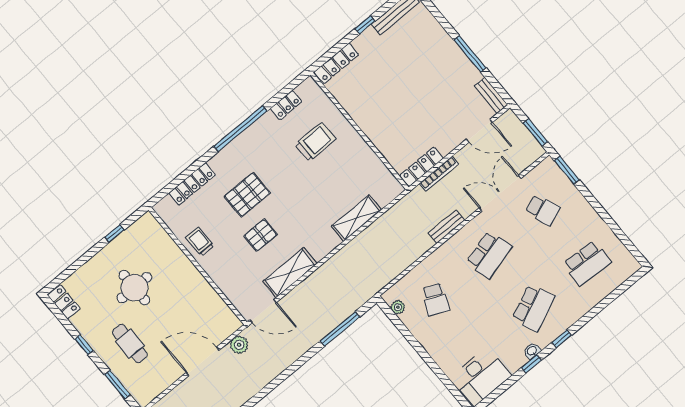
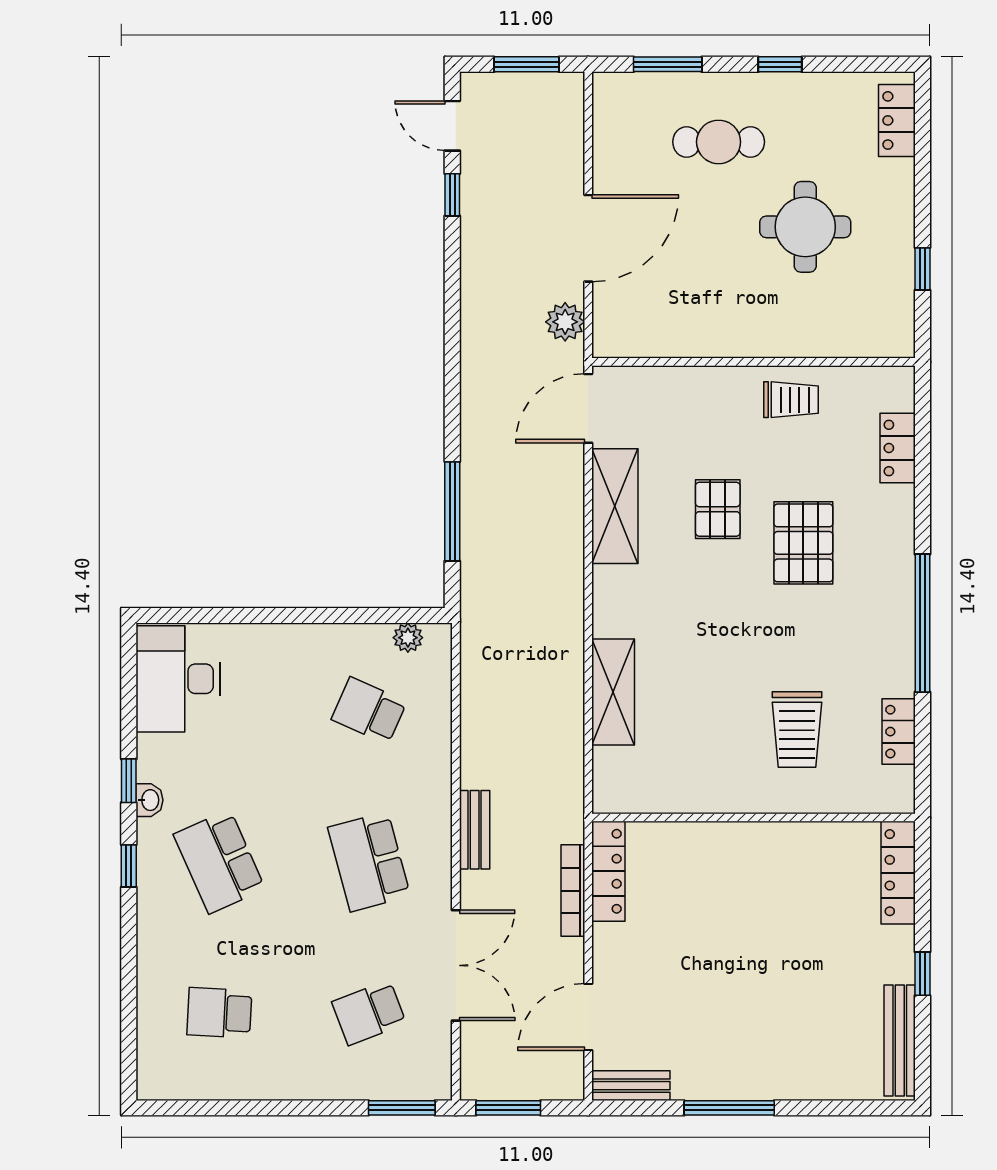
locker: (192, 184) -> (898, 448), width x0.66
school desk: (587, 263) -> (219, 1013), width x0.54
locker: (64, 302) -> (897, 120), moved, turned 90

